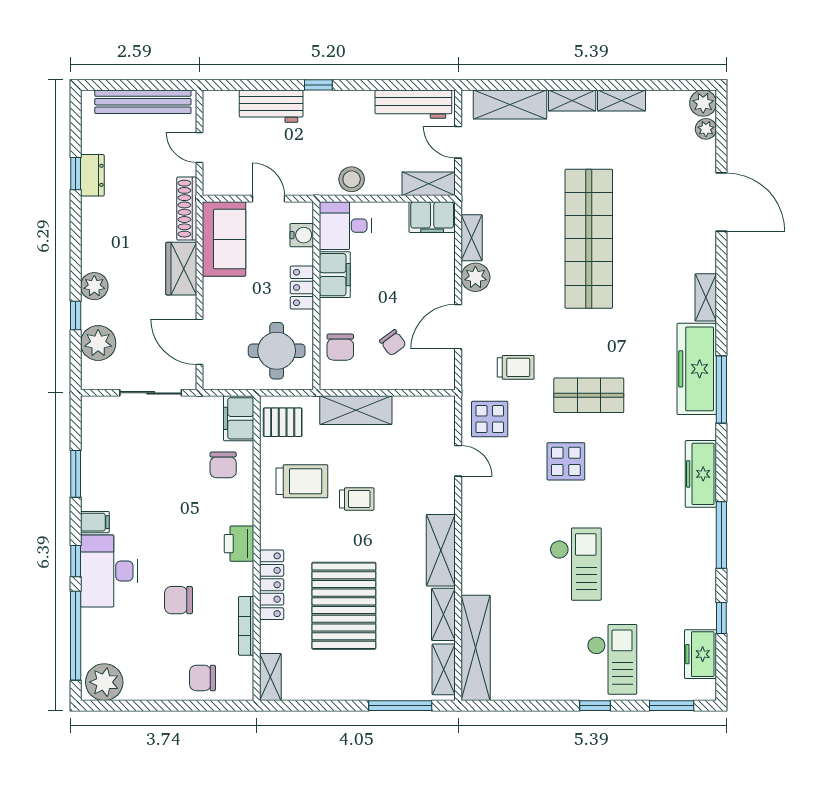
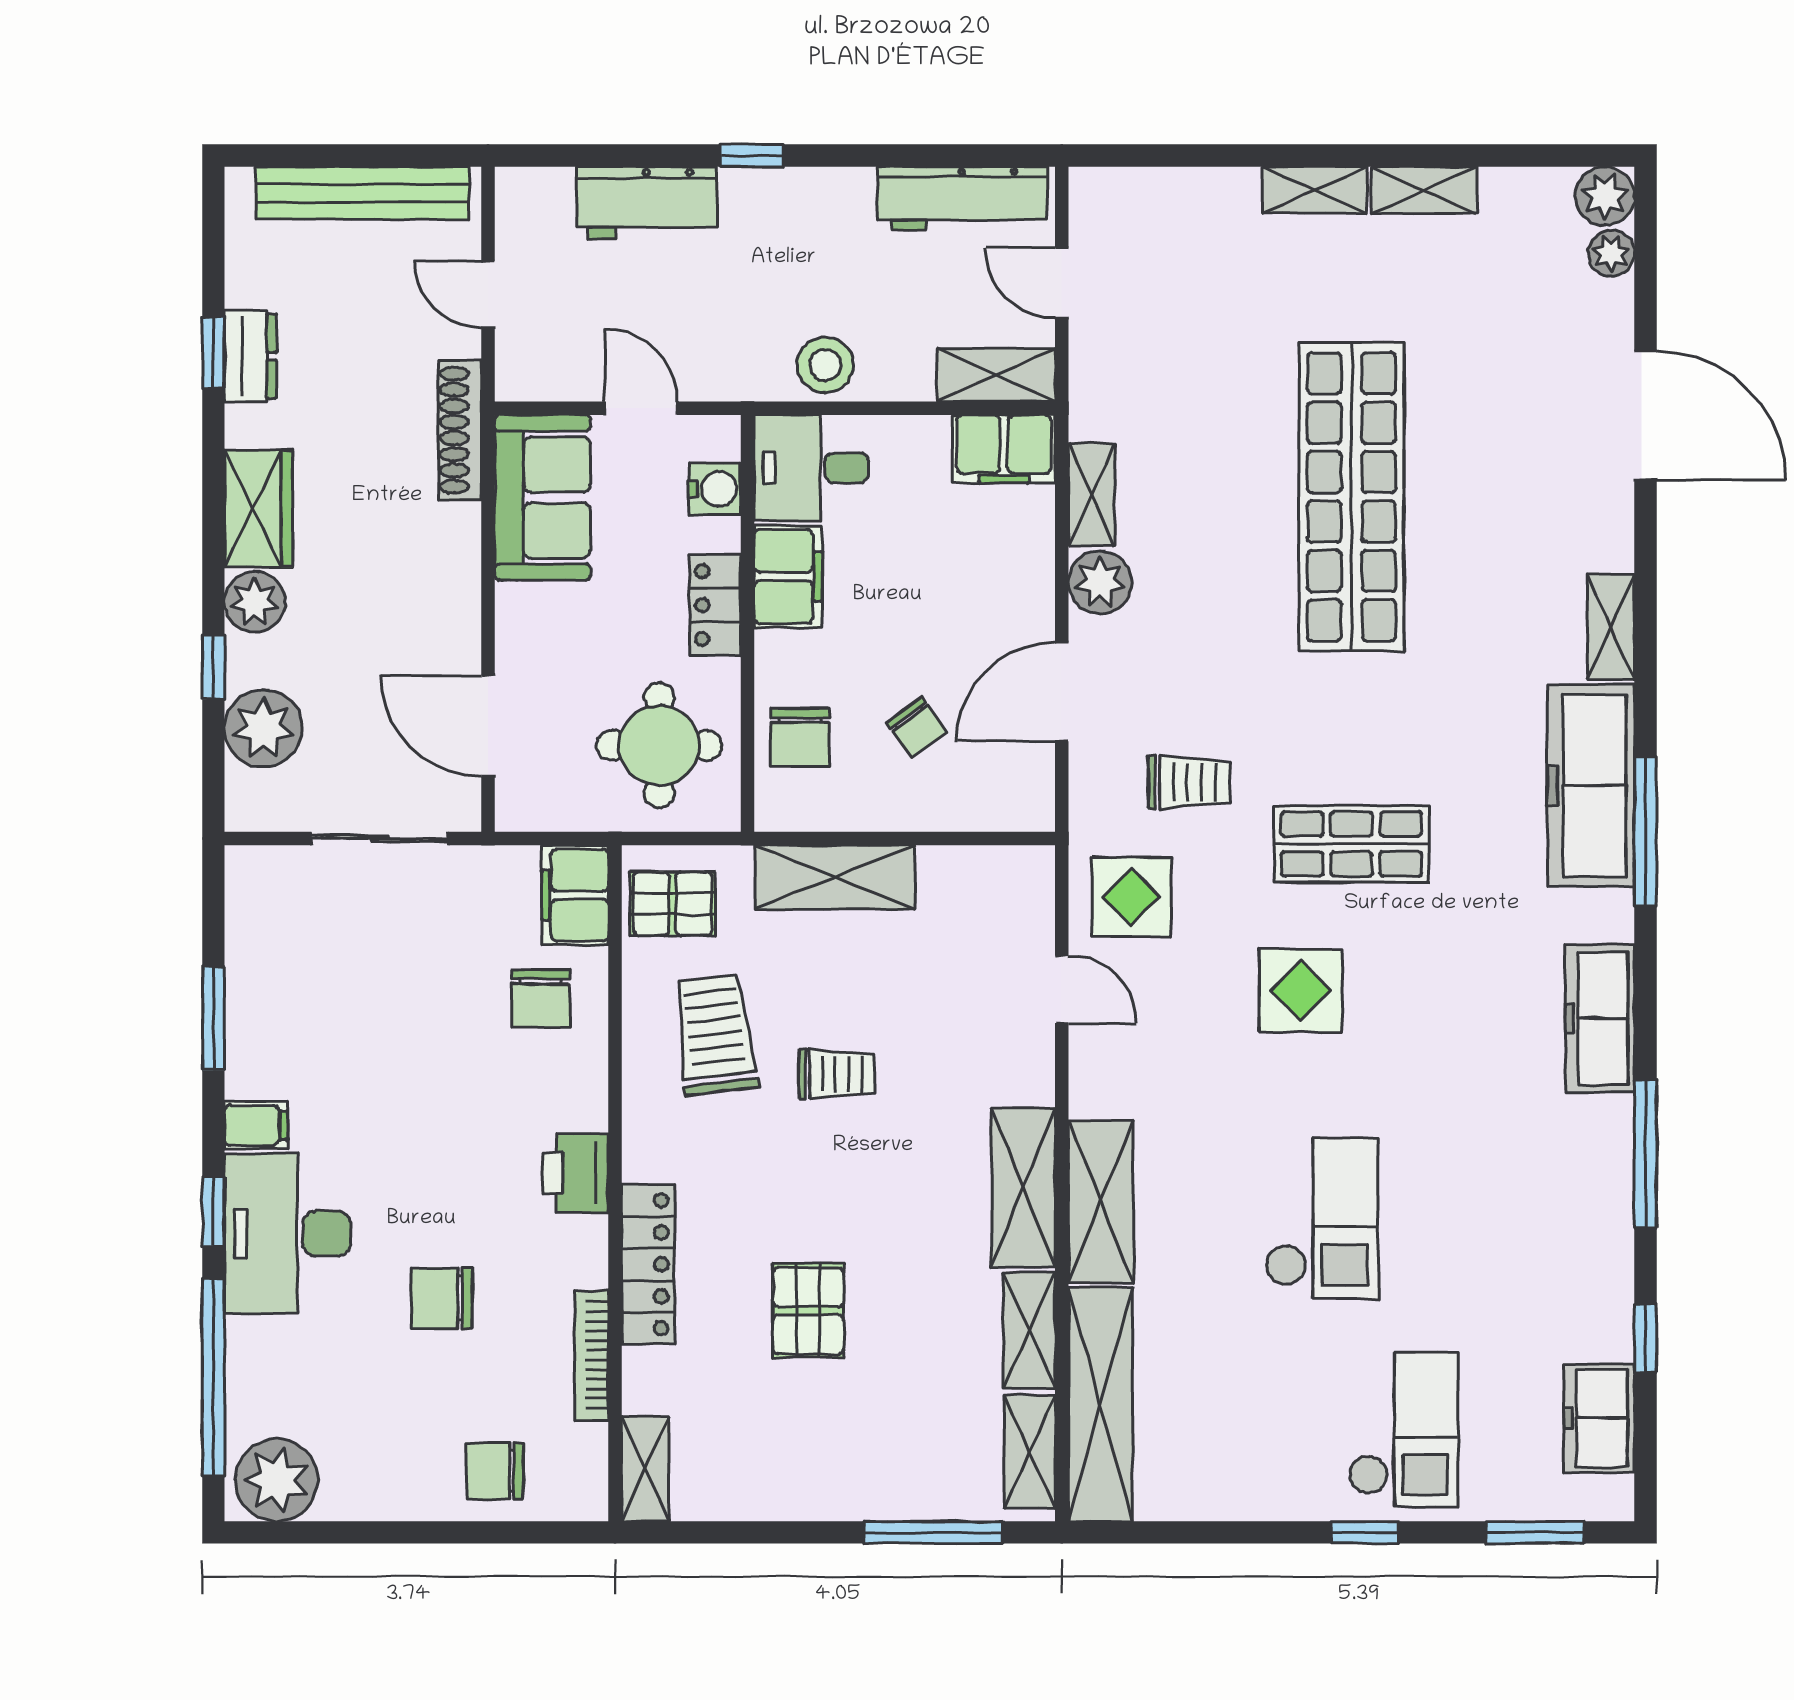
shelving: (510, 104) -> (1101, 1202), moved, turned 90
wardrobe: (181, 269) -> (258, 509), moved, turned 180
trolley: (302, 481) -> (715, 1035), turned -97
pallet: (344, 606) -> (808, 1311), width x0.49, depth x0.50

